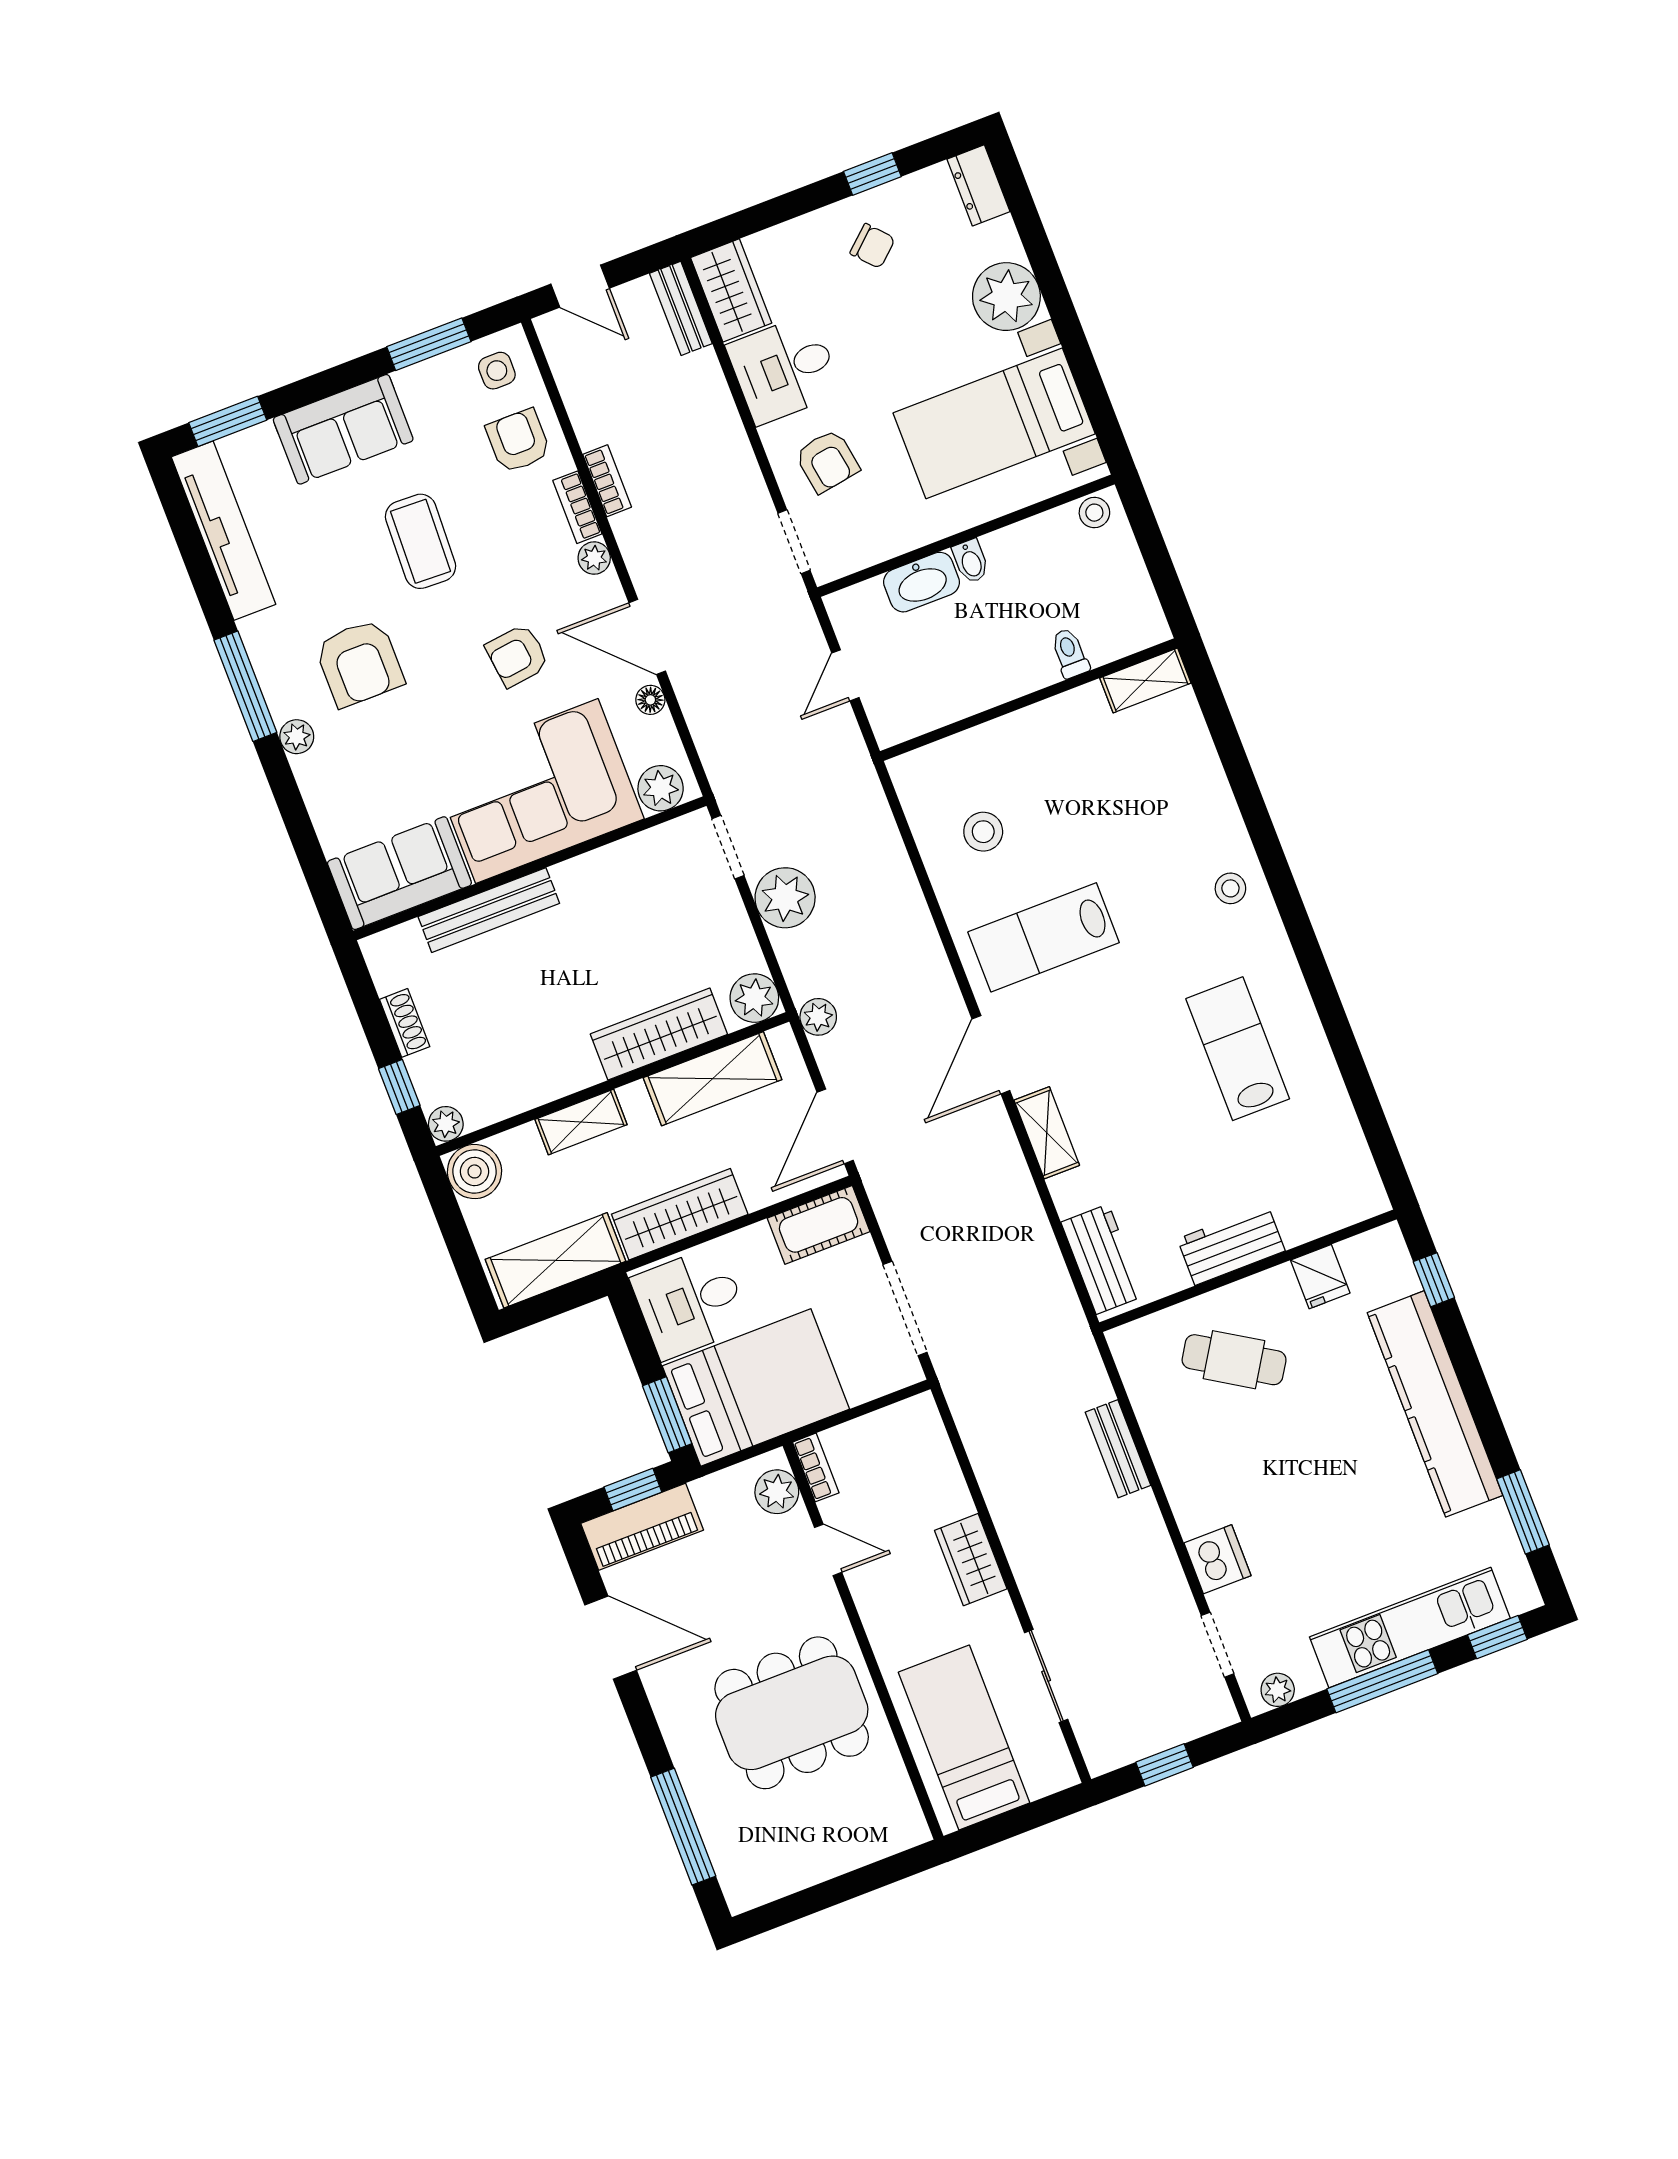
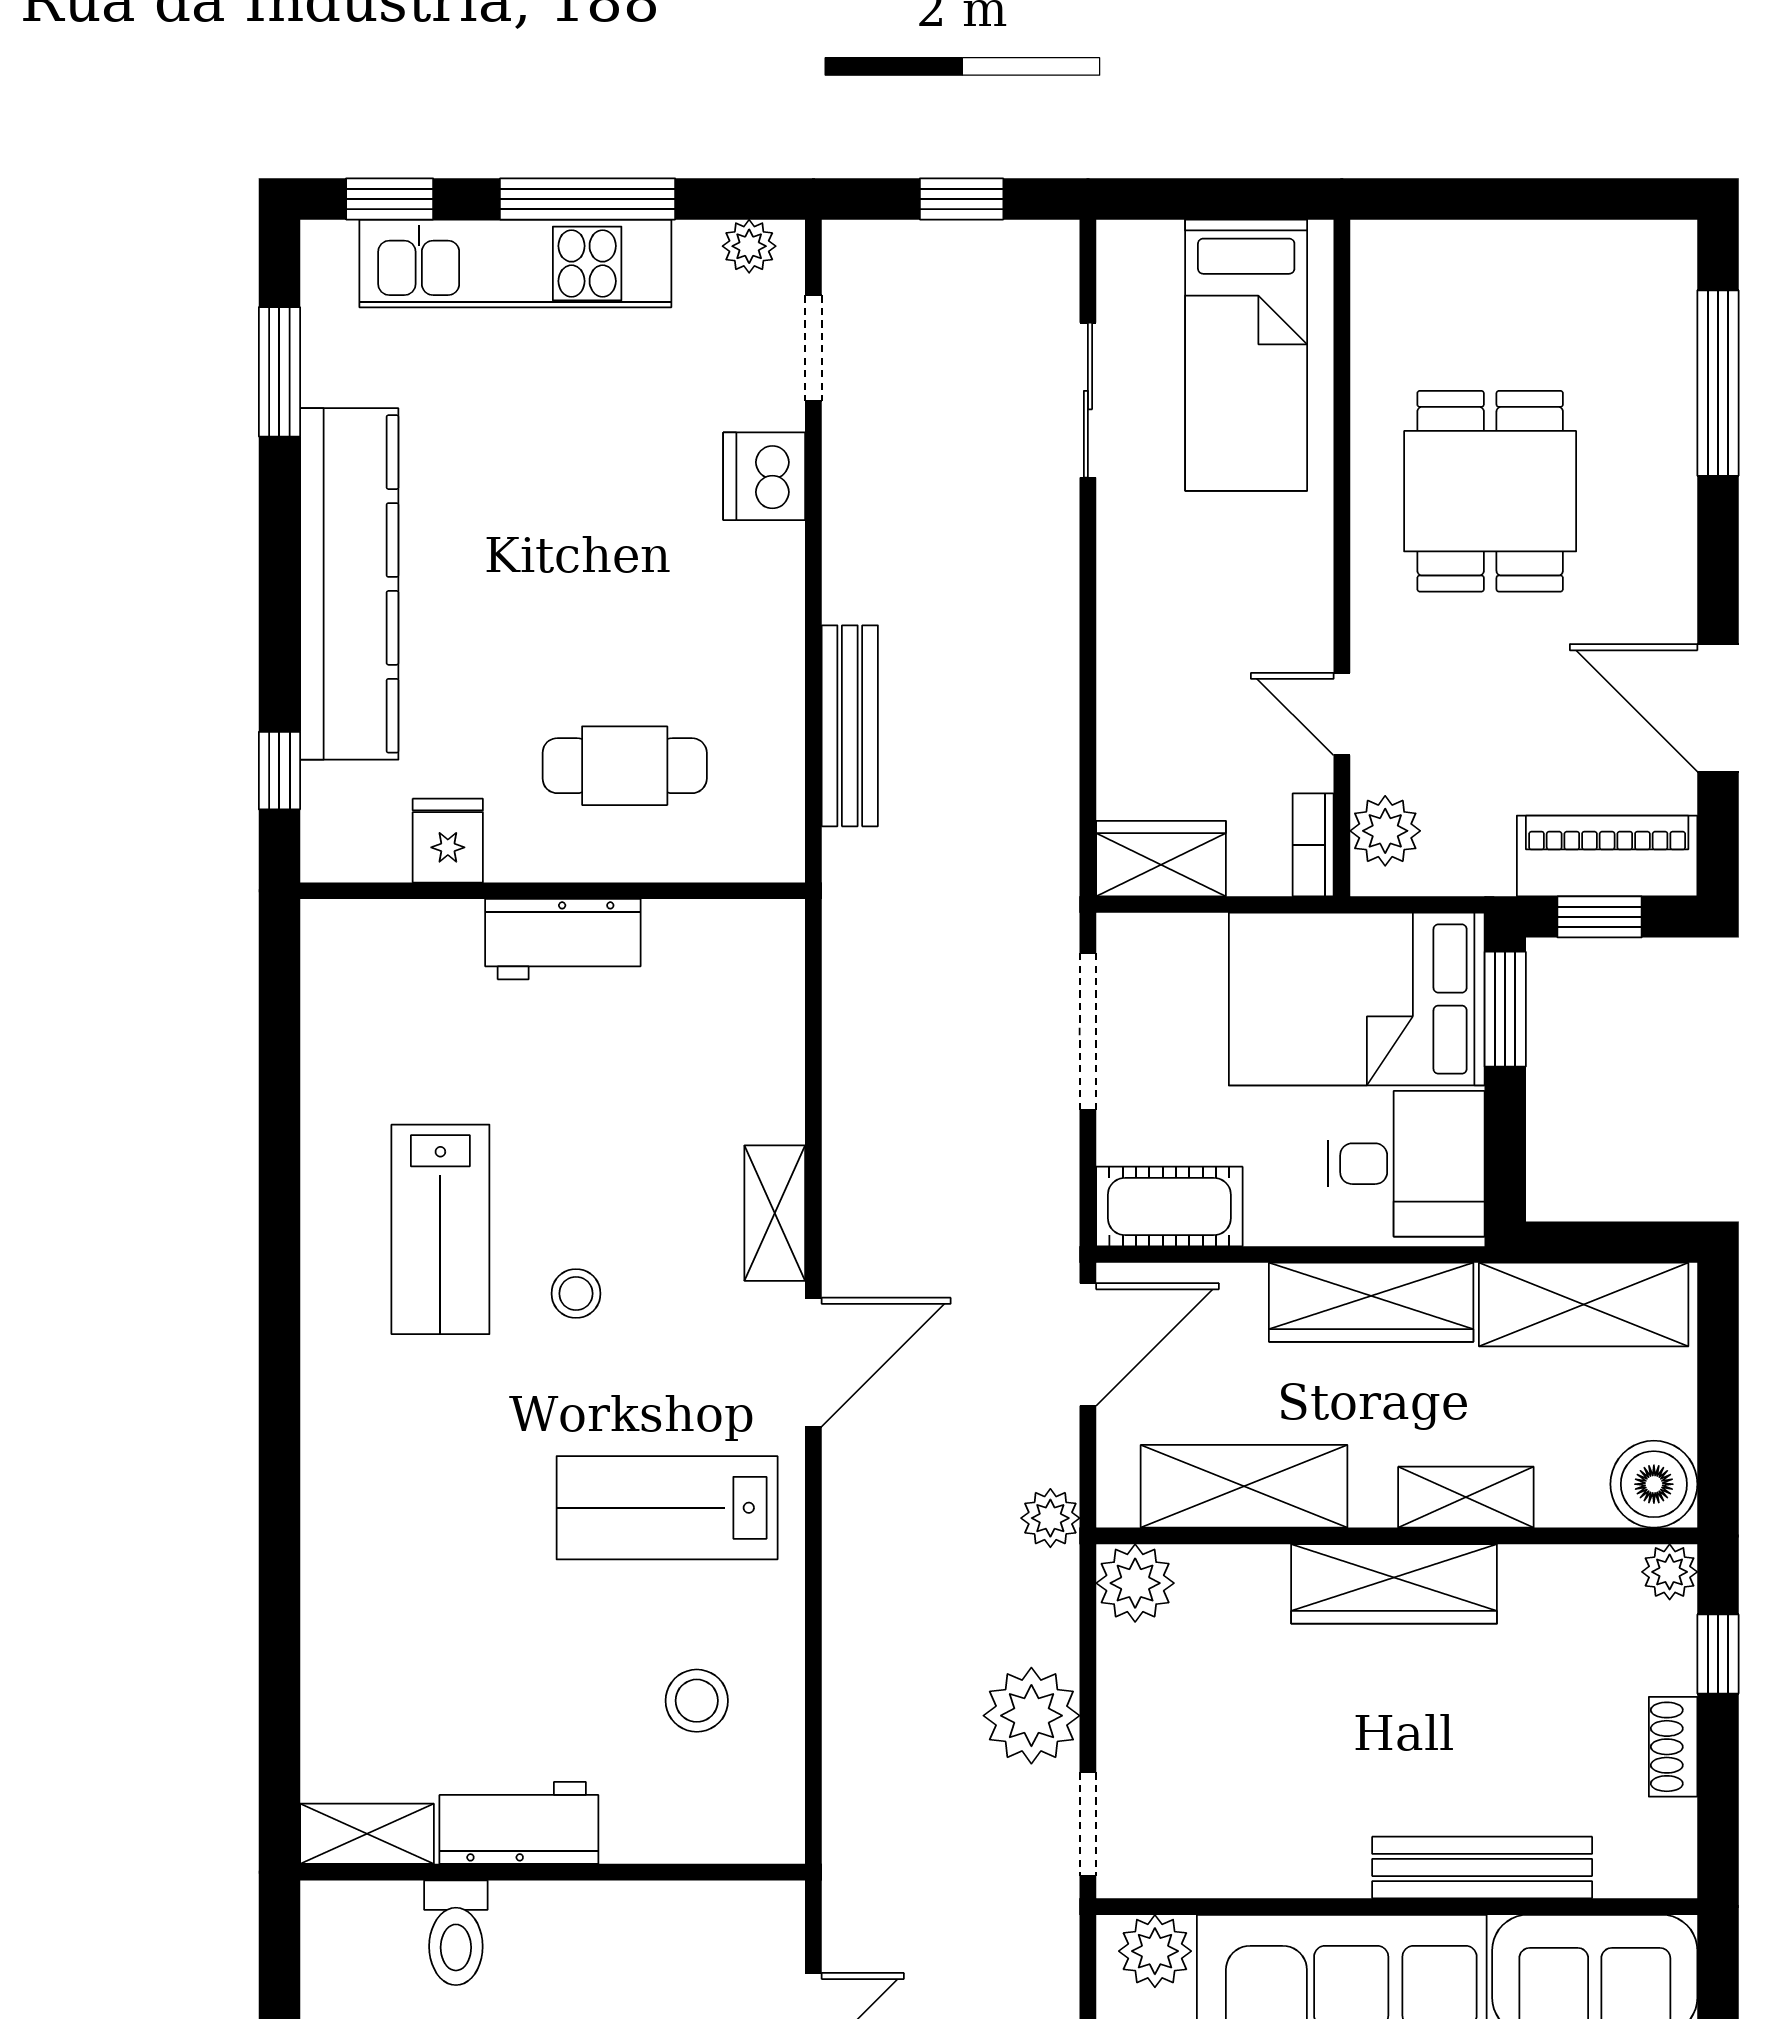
toilet: (1070, 653) -> (456, 1933), width x1.37, depth x1.39
stool: (1230, 888) -> (576, 1294), moved
lab bench: (1044, 937) -> (667, 1508), turned 180
wardrobe: (659, 1034) -> (1394, 1584), moved
workbench: (1102, 1259) -> (519, 1823), moved, turned 90
cafe table: (1234, 1360) -> (625, 766), turned -32
bench: (1118, 1449) -> (850, 726), width x1.36
wardrobe: (971, 1560) -> (1161, 859), moved, turned -90
dining table: (792, 1713) -> (1490, 491), width x0.73

